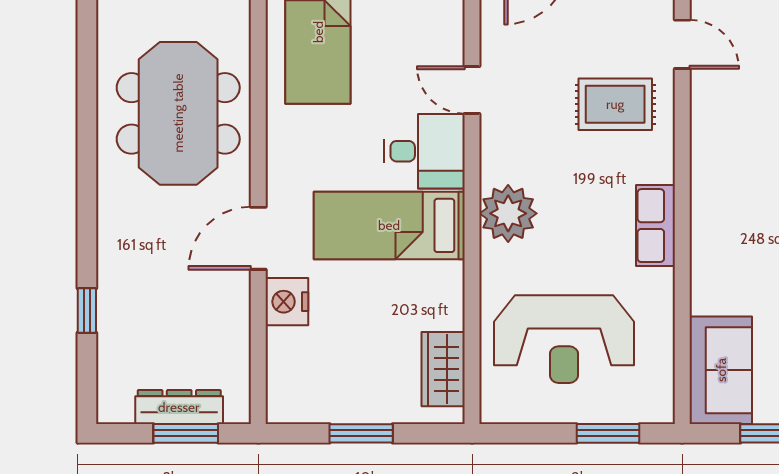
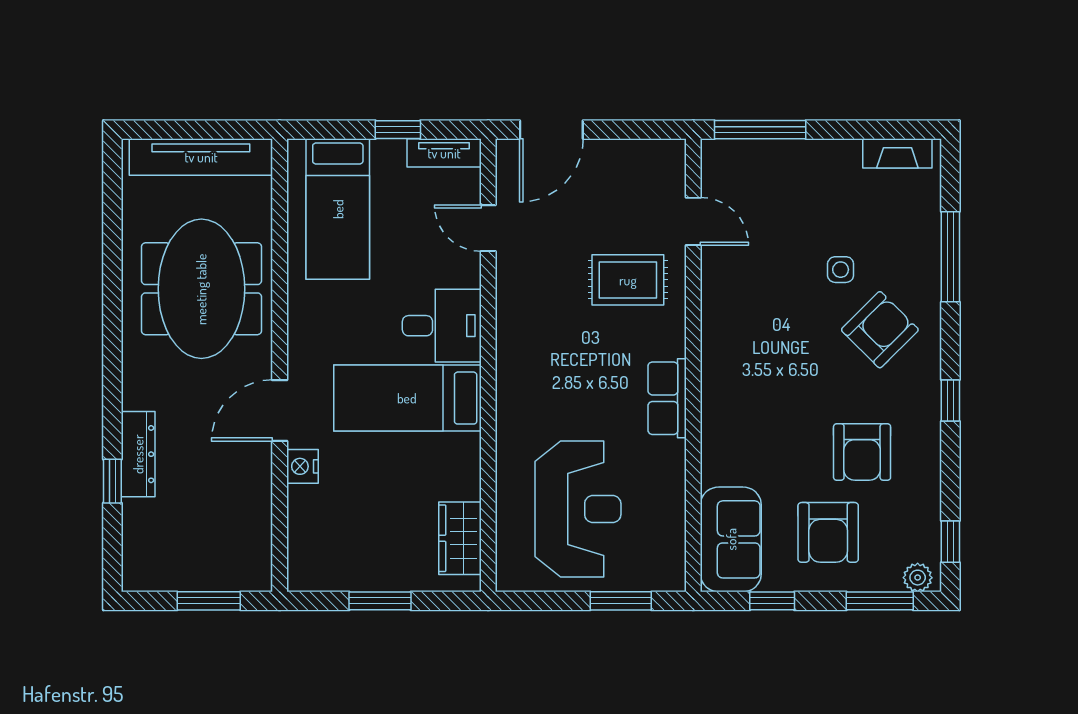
door: (472, 90) -> (488, 228), moved
plant: (508, 213) -> (523, 386), removed
nightstand: (287, 302) -> (302, 466), width x0.74, depth x0.75
reception desk: (564, 339) -> (578, 509), turned -90
dresser: (179, 407) -> (138, 454), moved, turned 90

